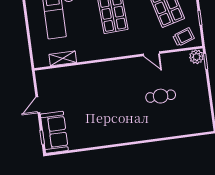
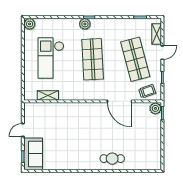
door: (151, 54) -> (120, 101), width x1.88
cafe table: (161, 96) -> (112, 159), moved

